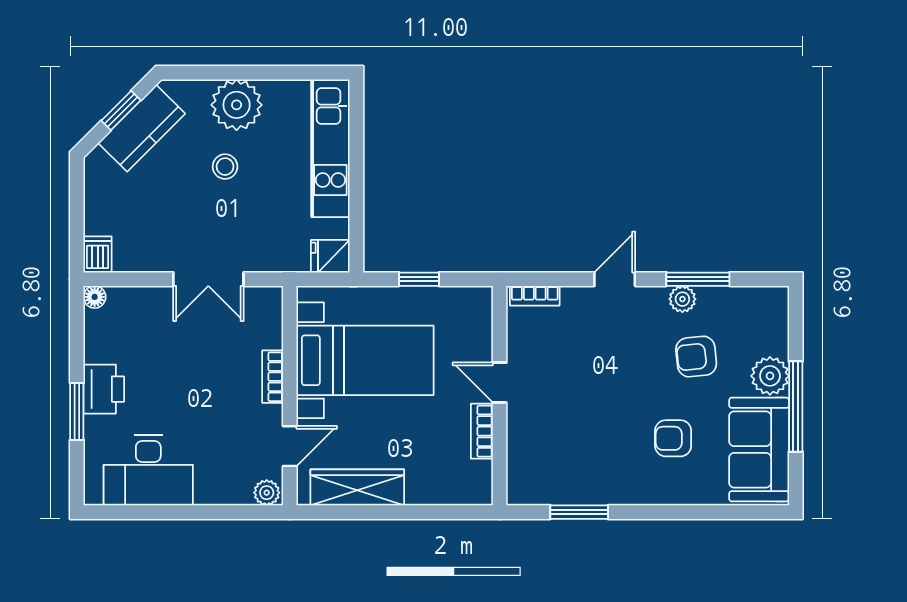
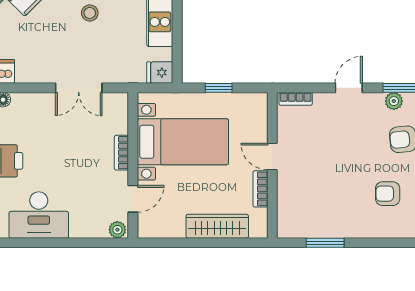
wardrobe: (357, 487) -> (217, 226), moved

